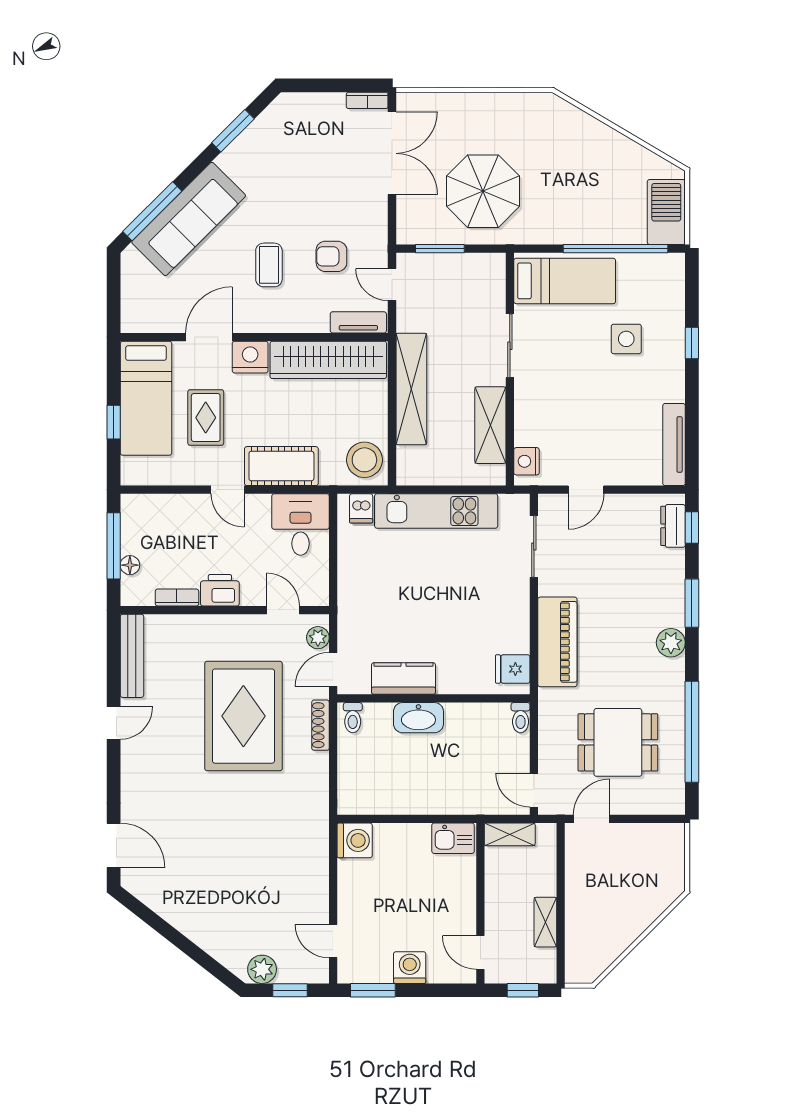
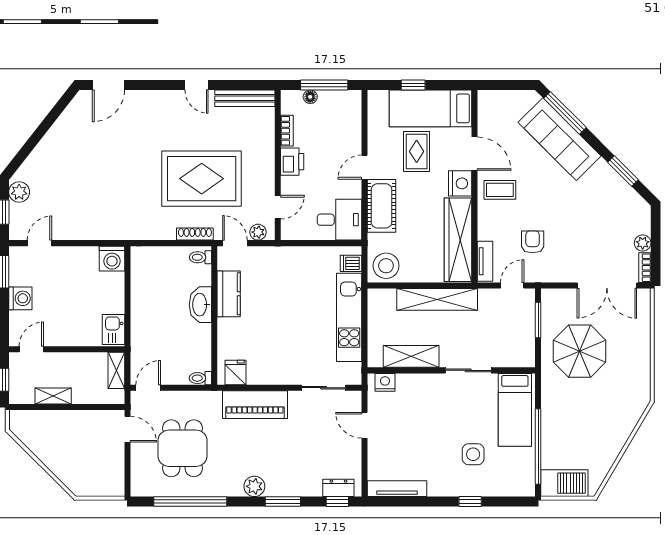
plant: (333, 104) -> (643, 243), added
coffee table: (269, 265) -> (500, 190), moved
rug: (206, 418) -> (417, 151), turned 90

